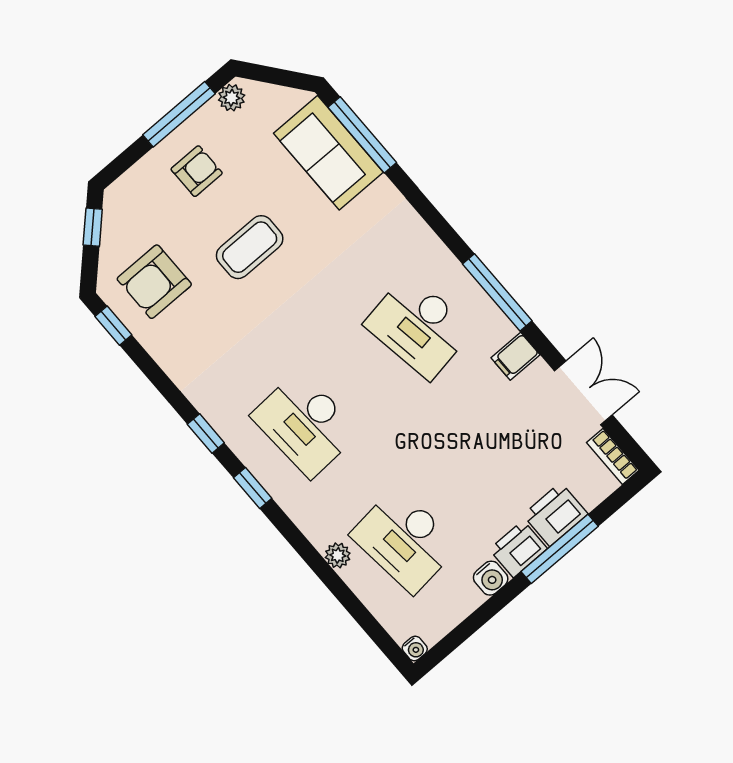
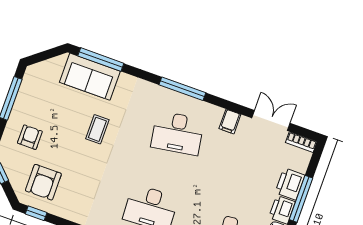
plant: (232, 98) -> (31, 77), removed
armchair: (197, 171) -> (30, 137), moved
coffee table: (250, 247) -> (97, 129), moved, width x0.73, depth x0.77
window: (497, 292) -> (182, 89), moved

